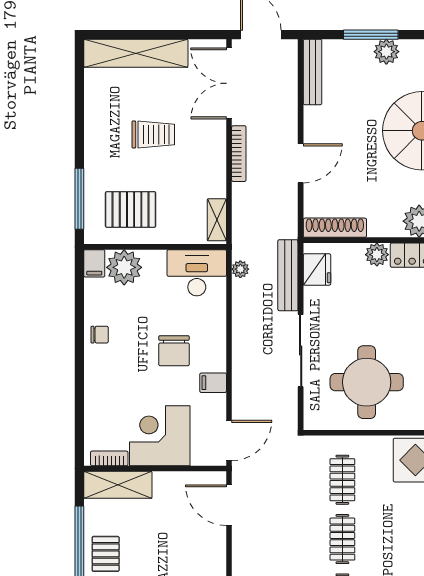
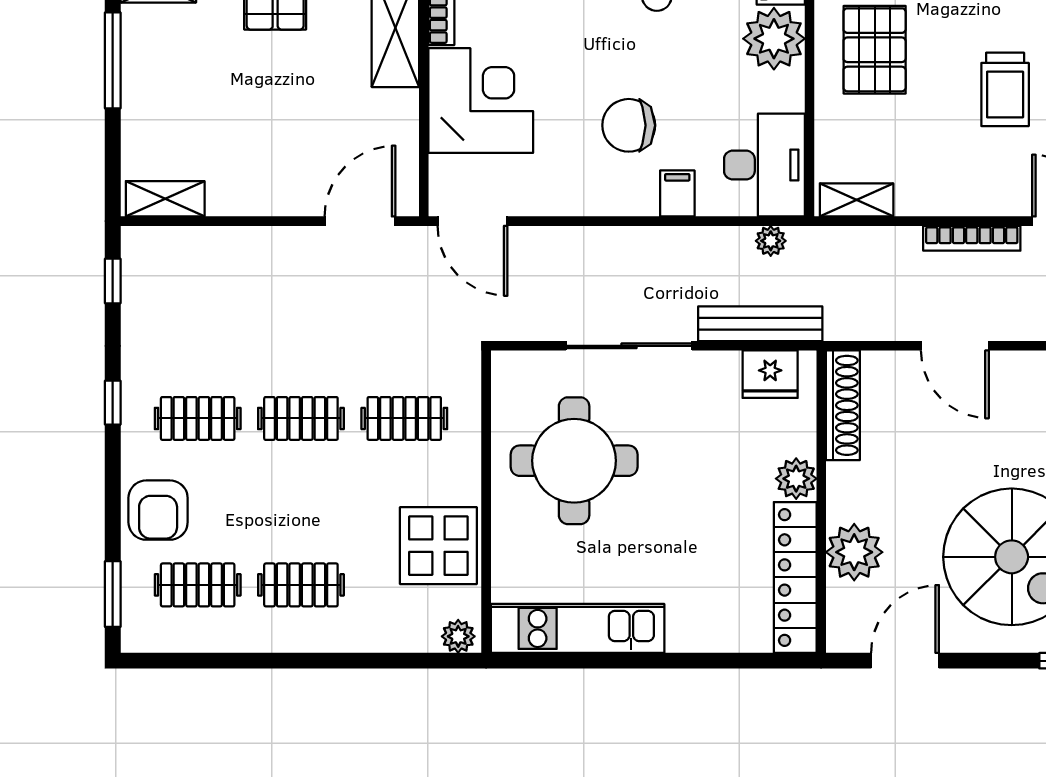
filing cabinet: (213, 383) -> (677, 193), moved

